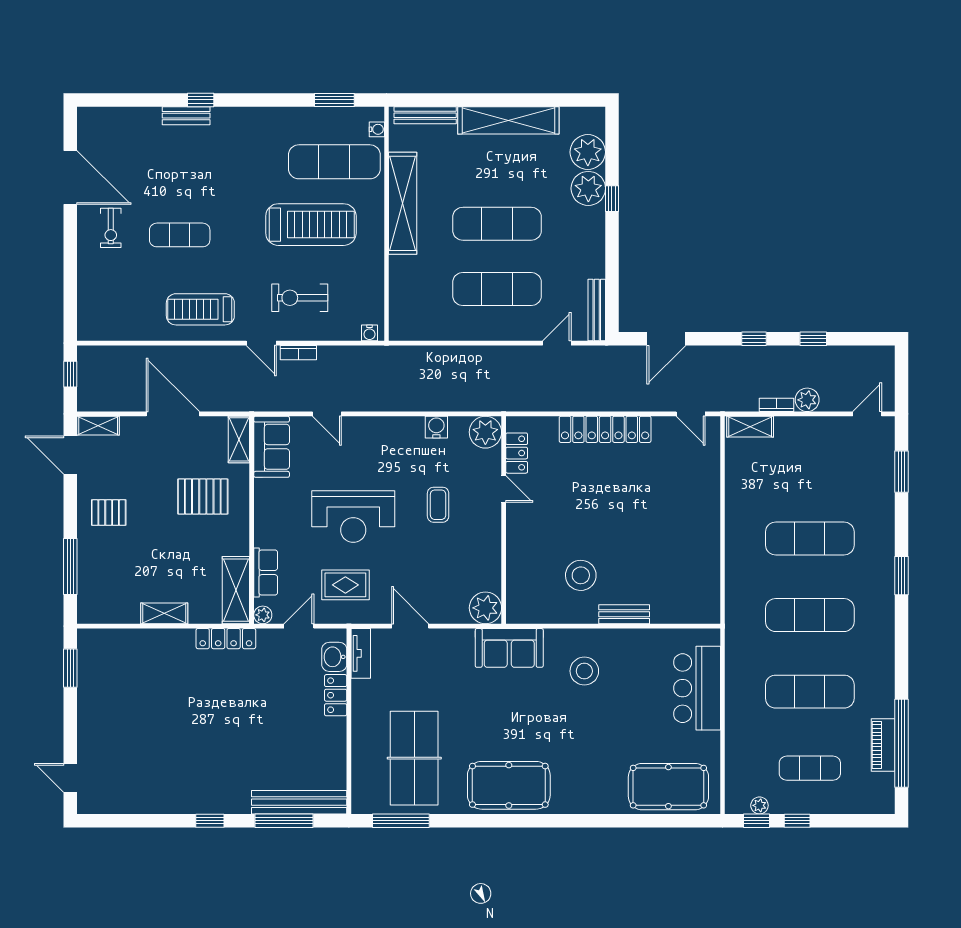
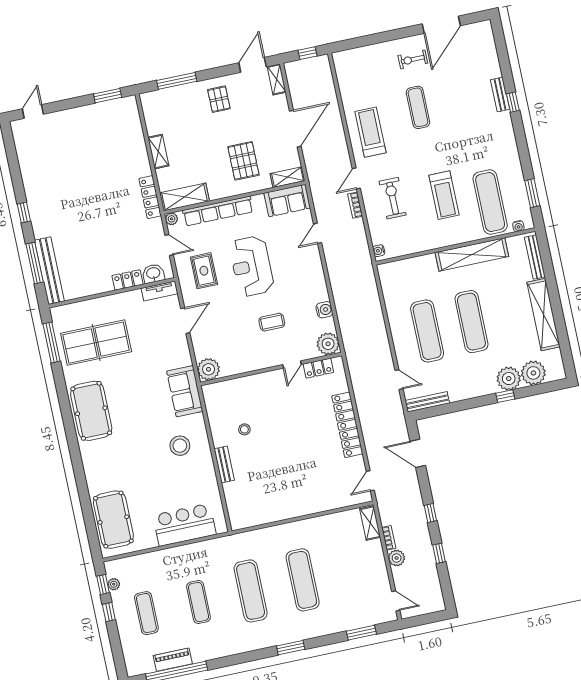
treadmill: (311, 225) -> (444, 195), width x0.73, depth x0.73
row of seats: (266, 573) -> (218, 211), width x2.02
stool: (581, 575) -> (244, 429), width x0.53, depth x0.53
exercise mat: (810, 692) -> (198, 602), width x0.73, depth x0.69

